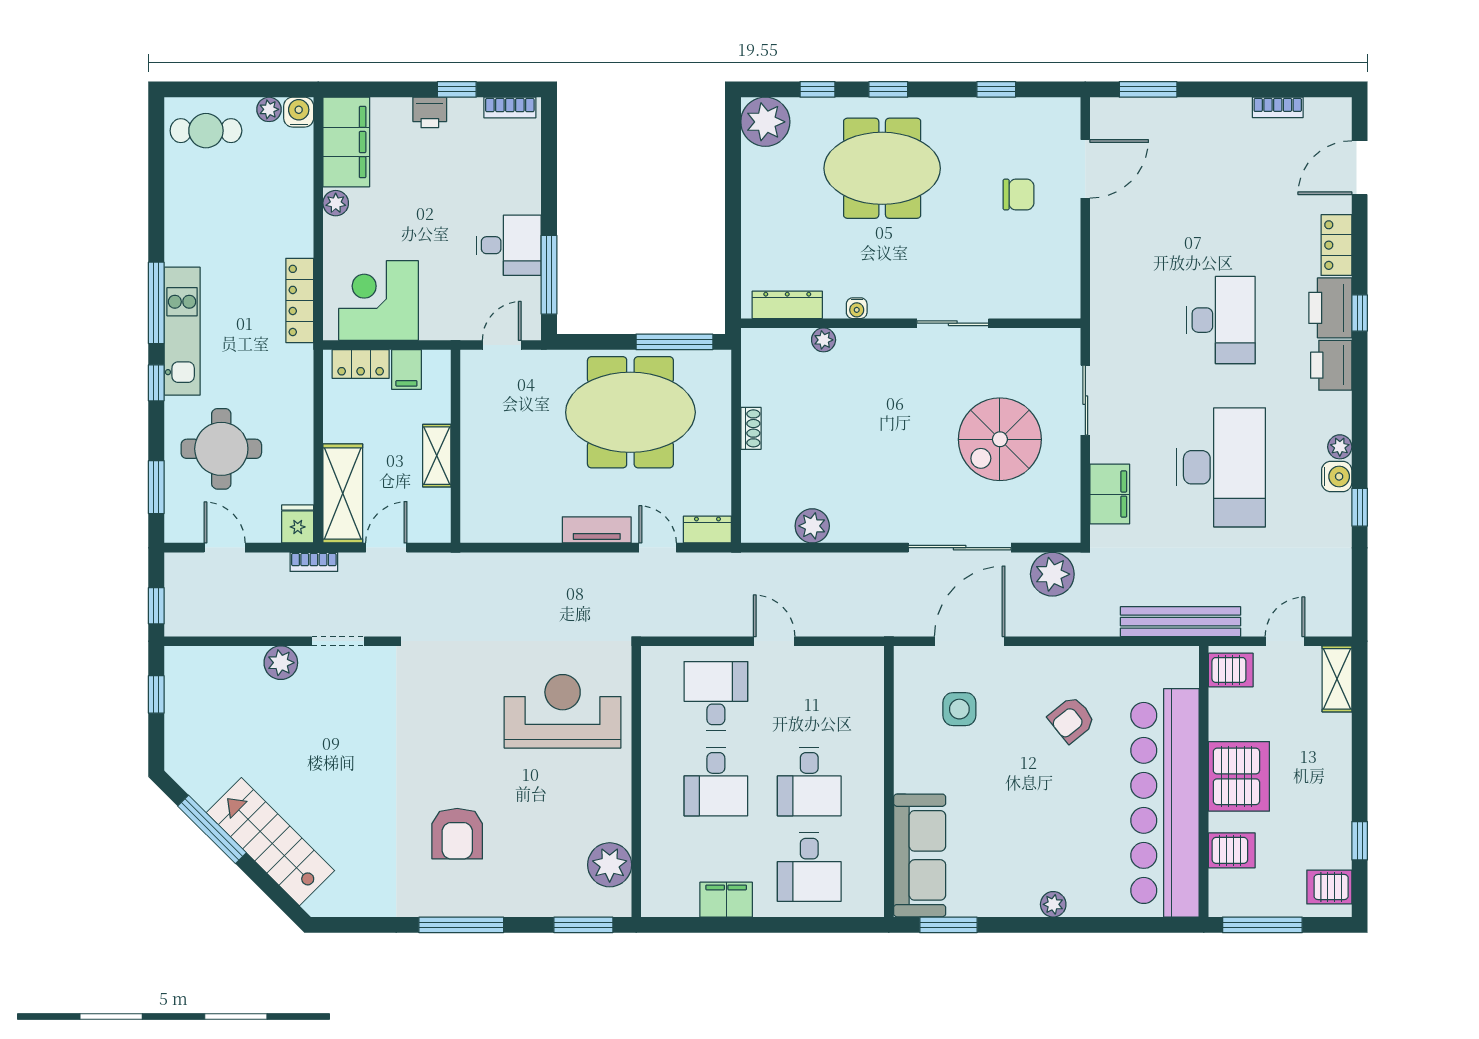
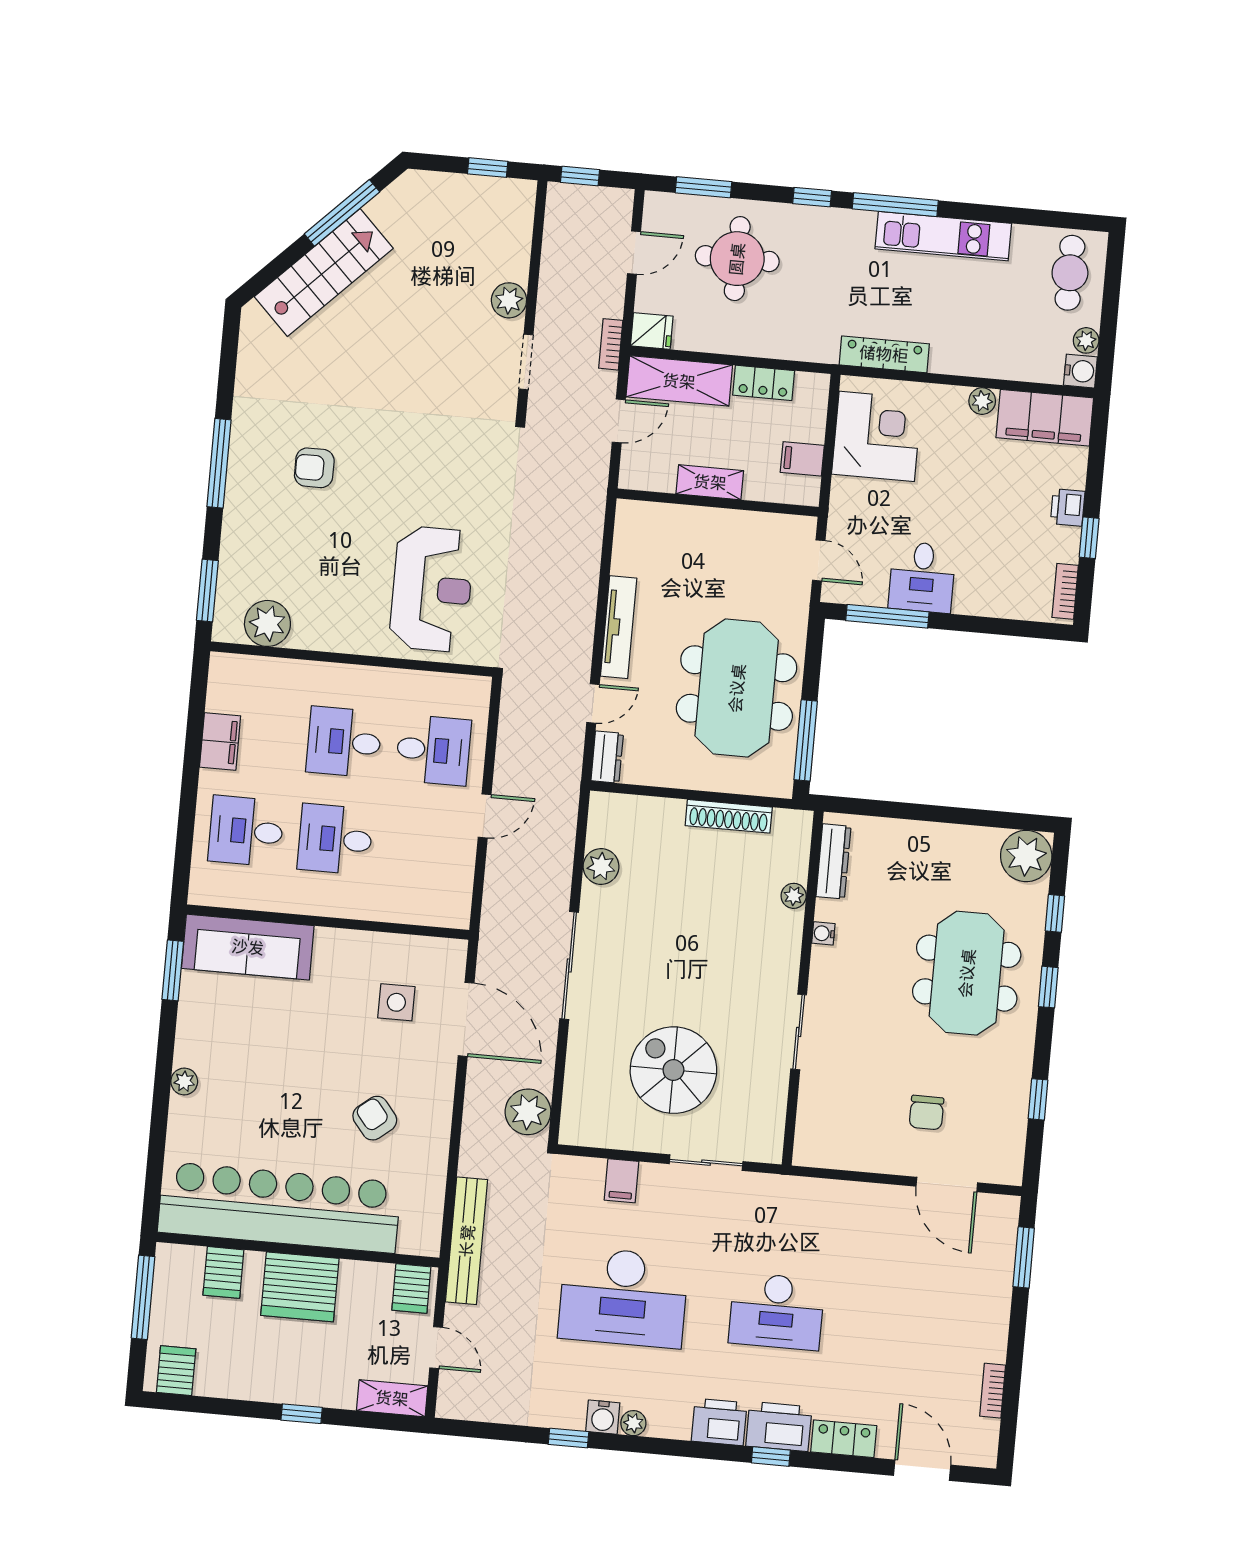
kitchen unit: (182, 331) -> (943, 236), moved
locker: (361, 364) -> (764, 383), moved, turned -90
shoe rack: (751, 428) -> (729, 816), width x1.94, depth x1.24
filing cabinet: (1110, 494) -> (622, 1181), width x0.50
tv unit: (597, 530) -> (619, 627), width x1.41
door: (386, 548) -> (619, 421), hinge flipped
sliding door: (960, 548) -> (569, 966), moved
armchair: (457, 834) -> (314, 468), width x0.72, depth x0.72
window: (1360, 841) -> (302, 1414), moved

